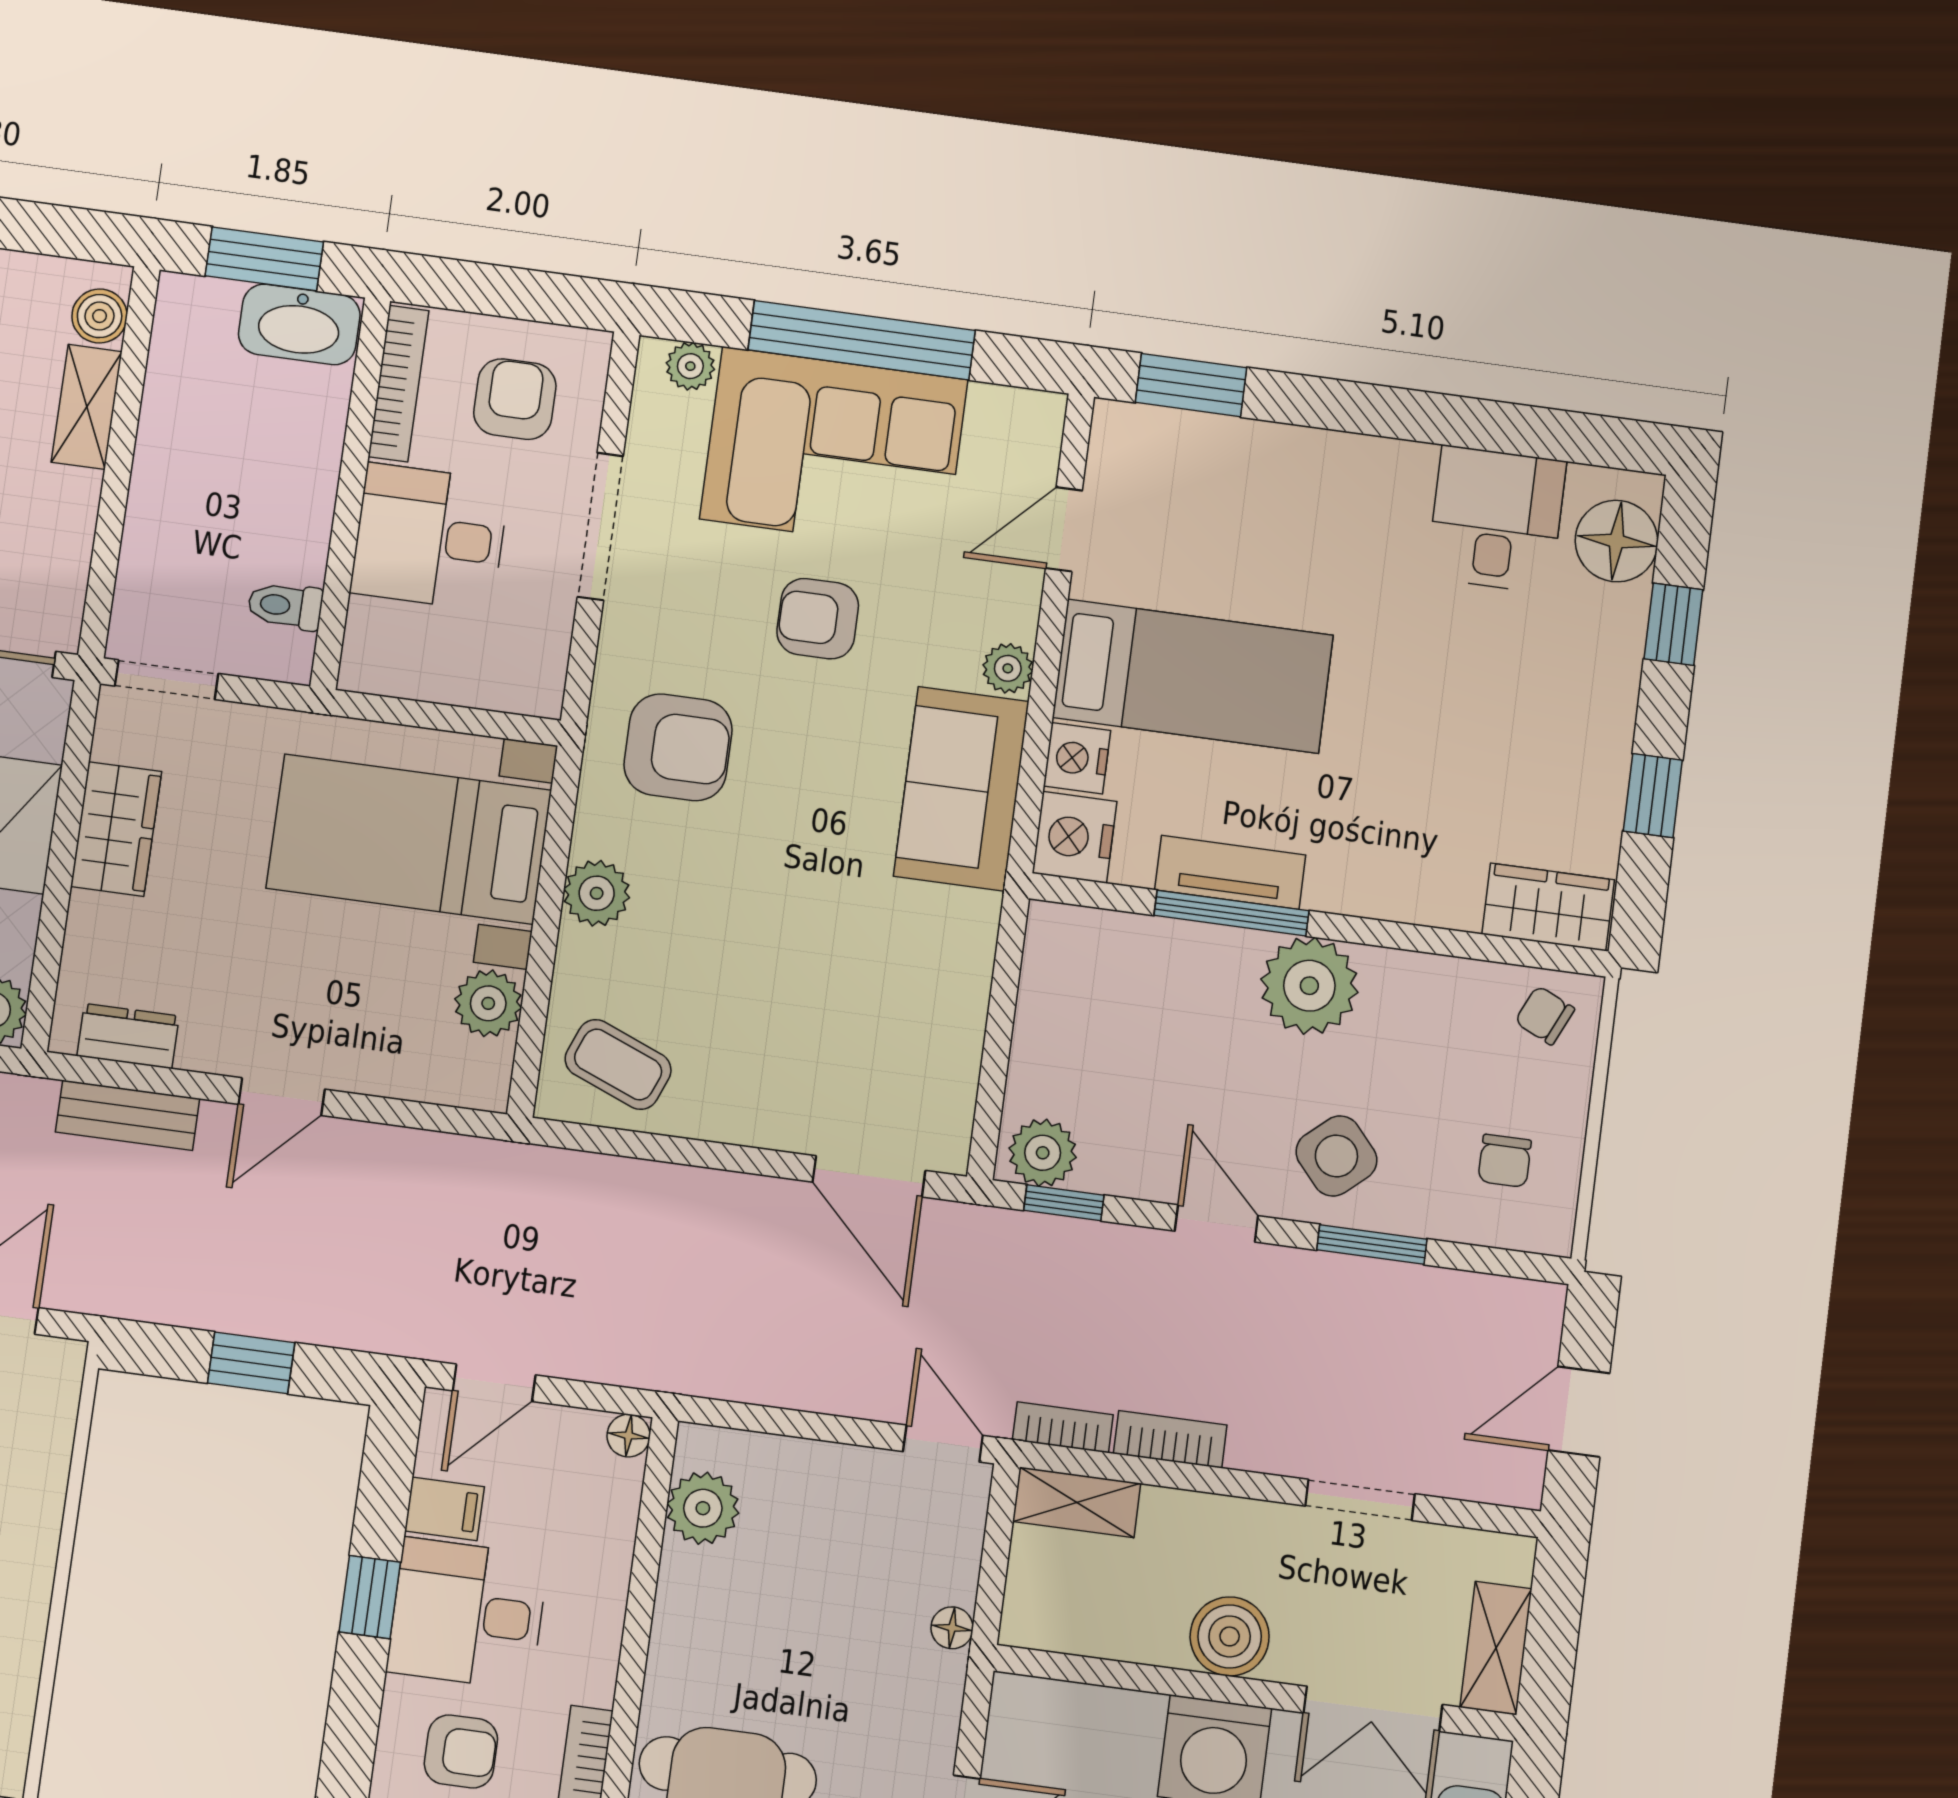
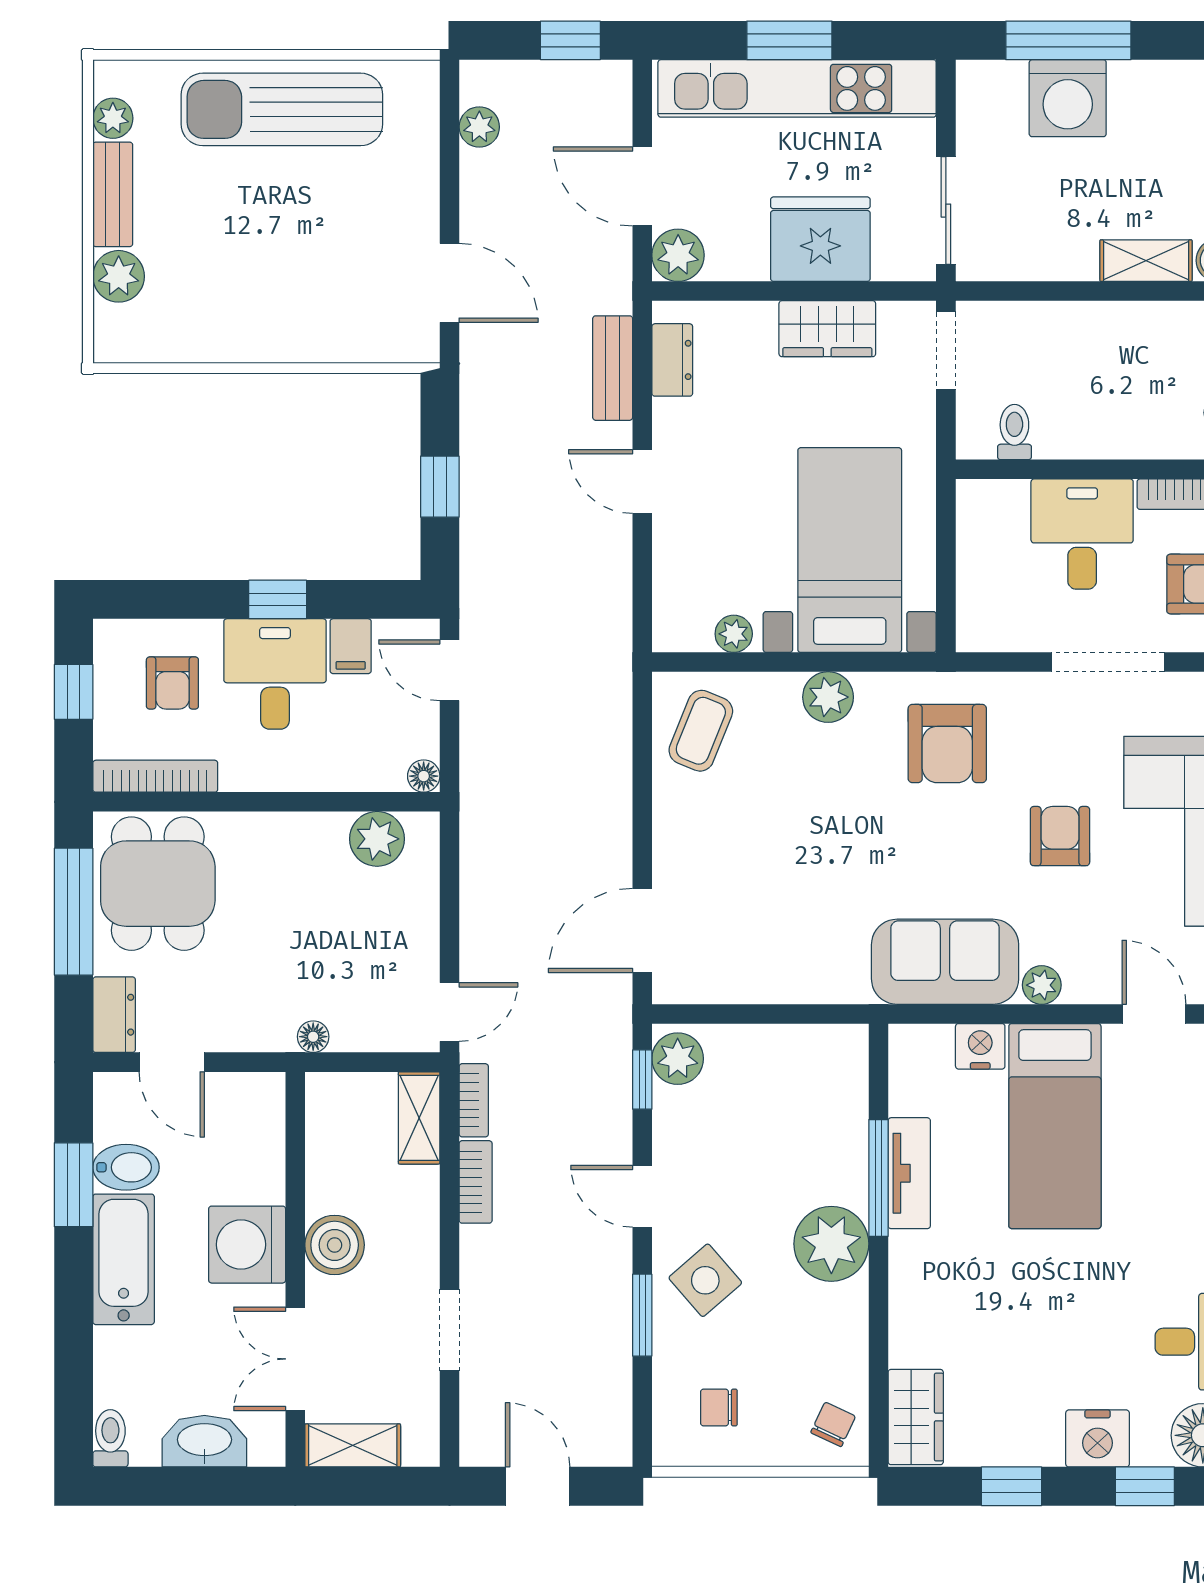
nightstand: (1074, 837) -> (1098, 1438), moved, turned 180
plant: (488, 1003) -> (734, 634), width x0.73, depth x0.73
door: (1216, 1223) -> (642, 1196), swing flipped

